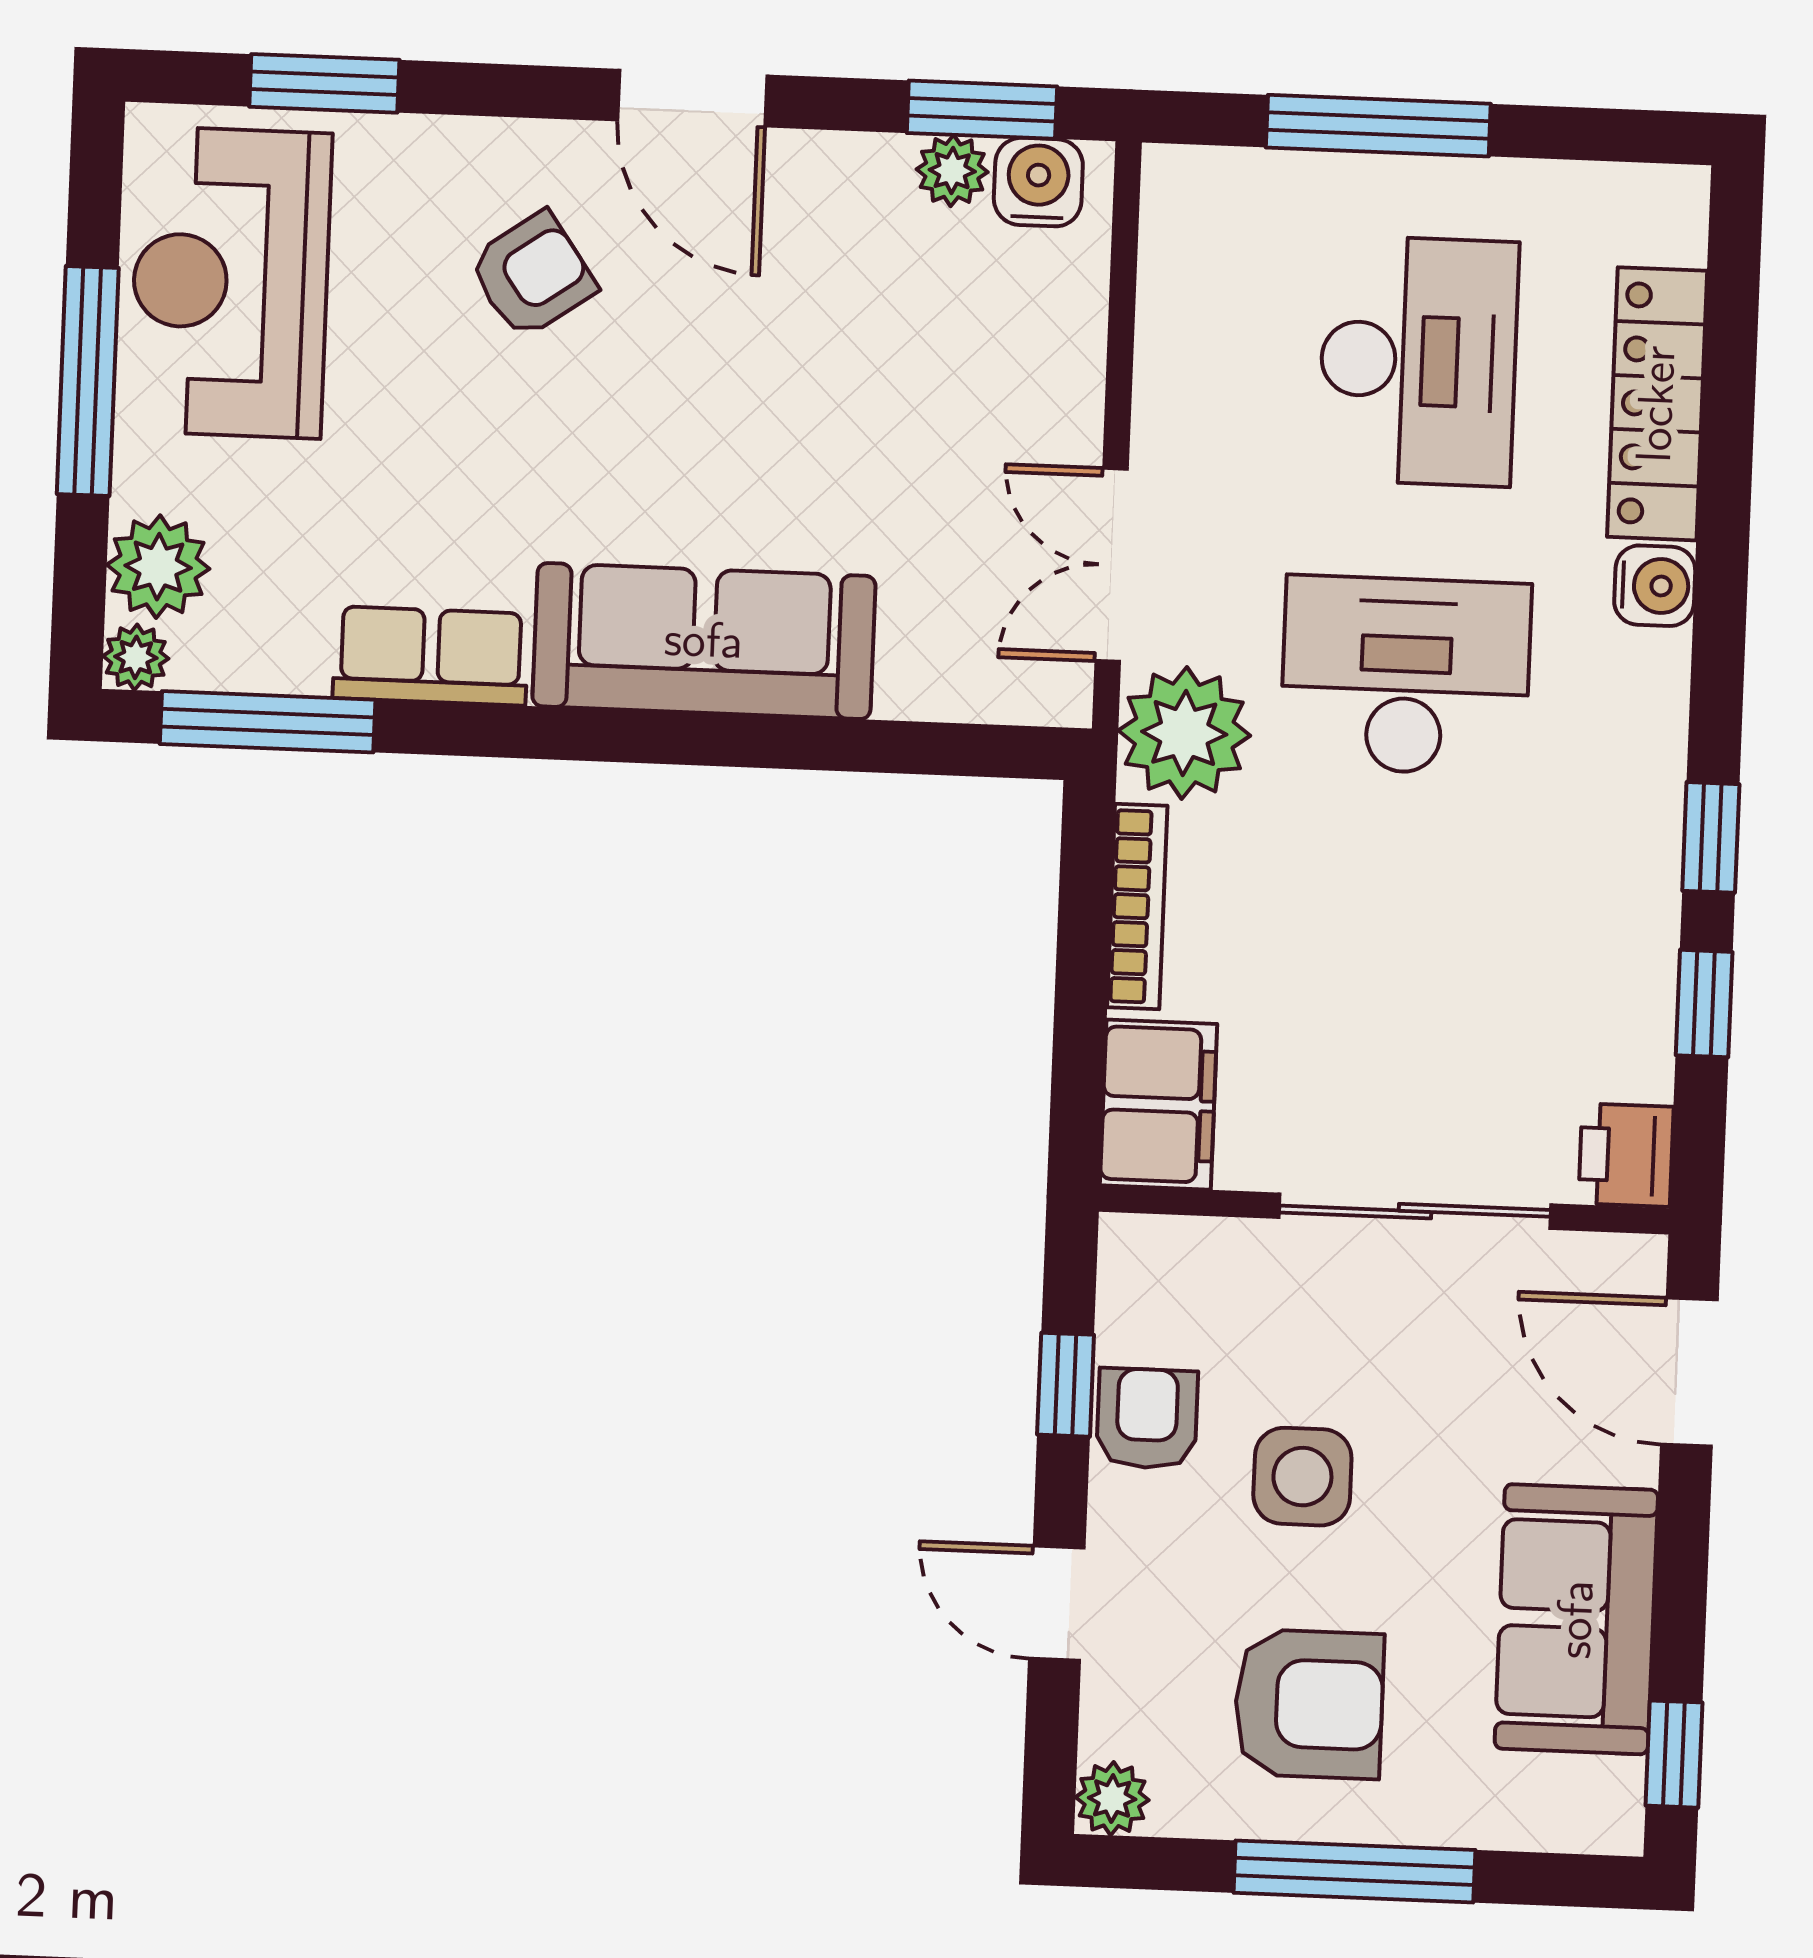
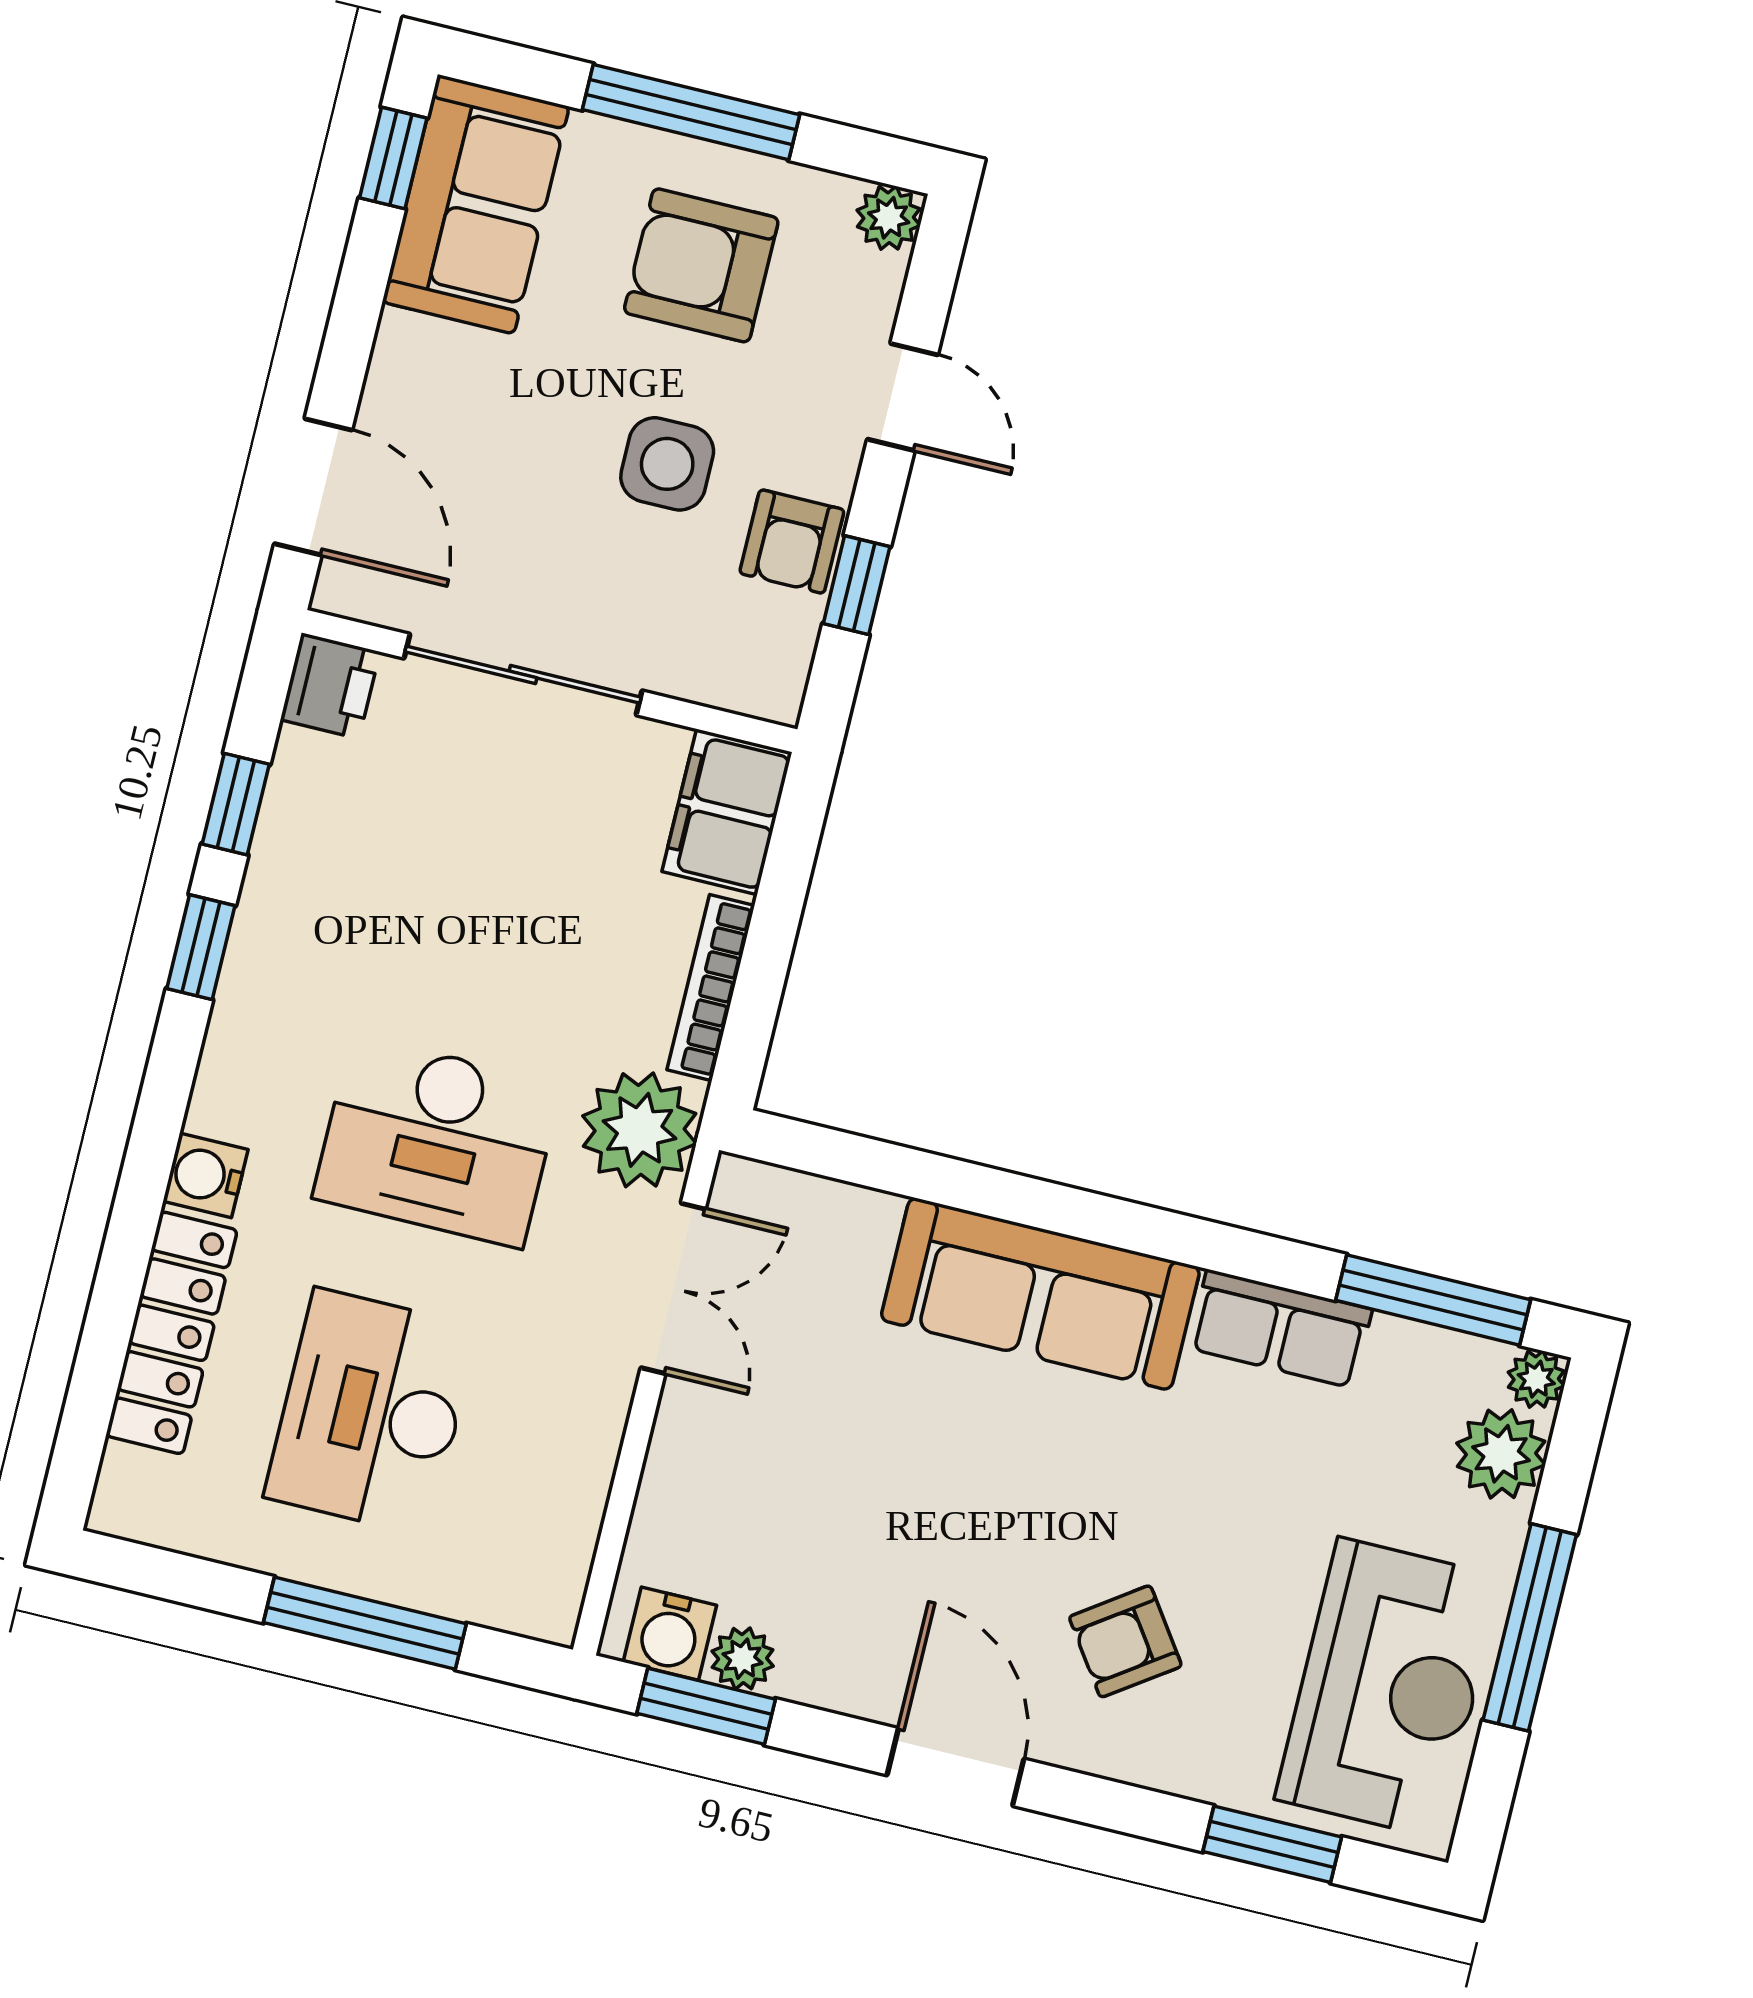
sofa: (1576, 1619) -> (476, 204), moved

